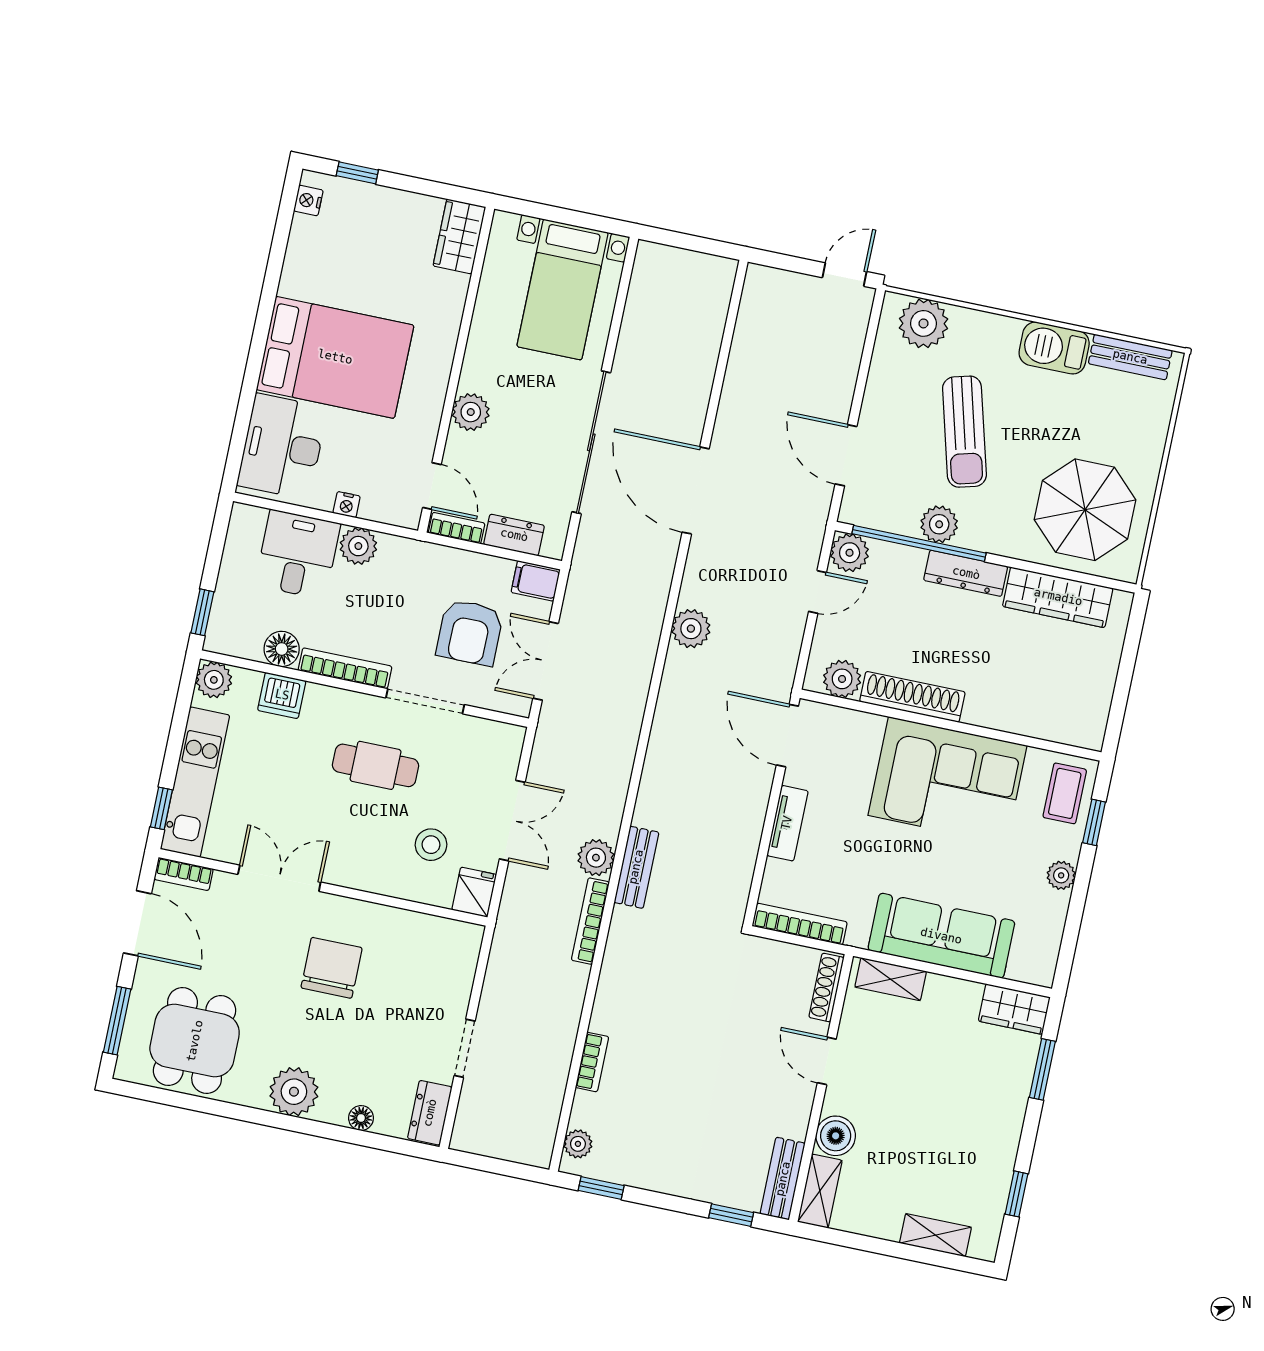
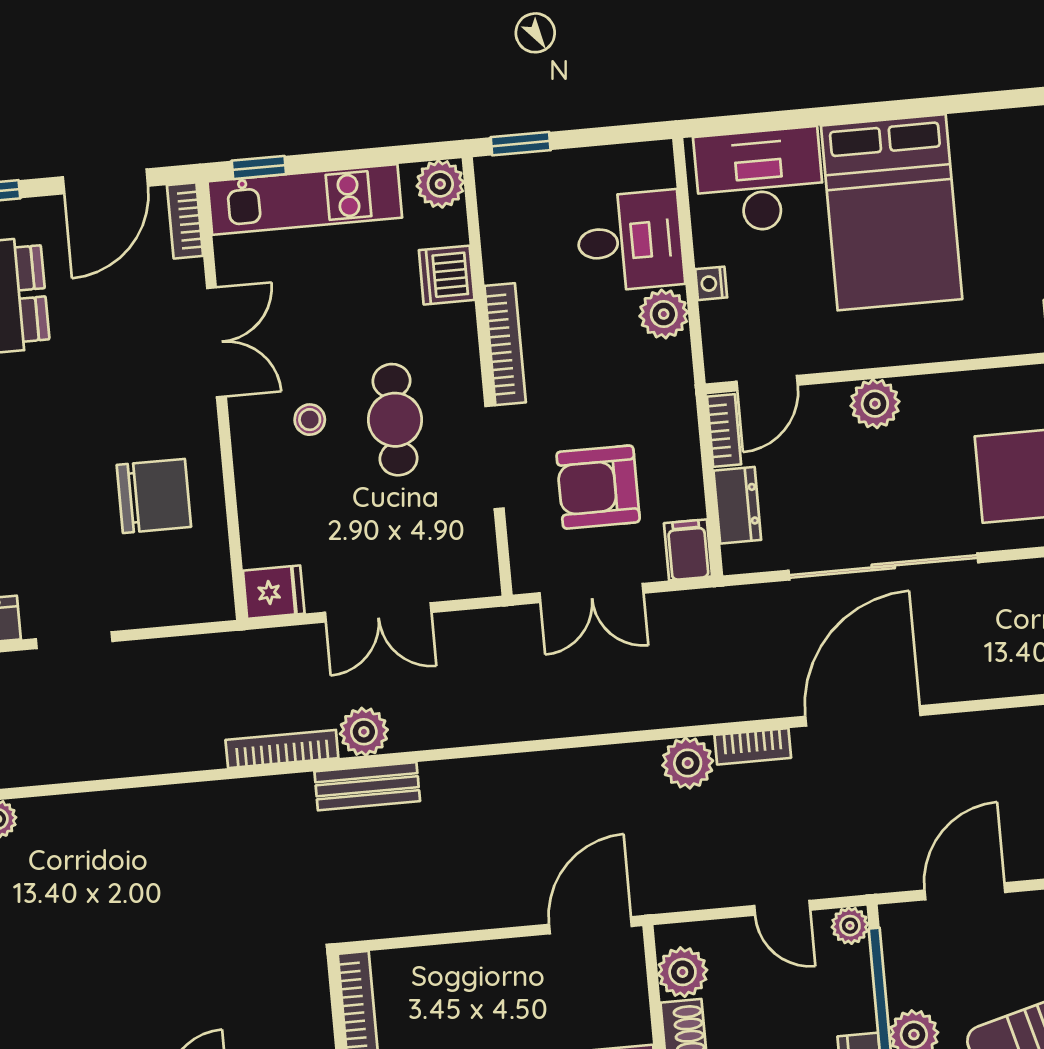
plant: (850, 553) -> (850, 926), width x0.73, depth x0.73
floor lamp: (282, 649) -> (505, 257), removed
double door: (546, 661) -> (592, 593), swing flipped
tv unit: (787, 823) -> (481, 959), removed
stool: (431, 845) -> (310, 420), moved, width x0.73, depth x0.73
chair: (332, 968) -> (154, 496), moved
bookcase: (592, 1062) -> (753, 746), moved

